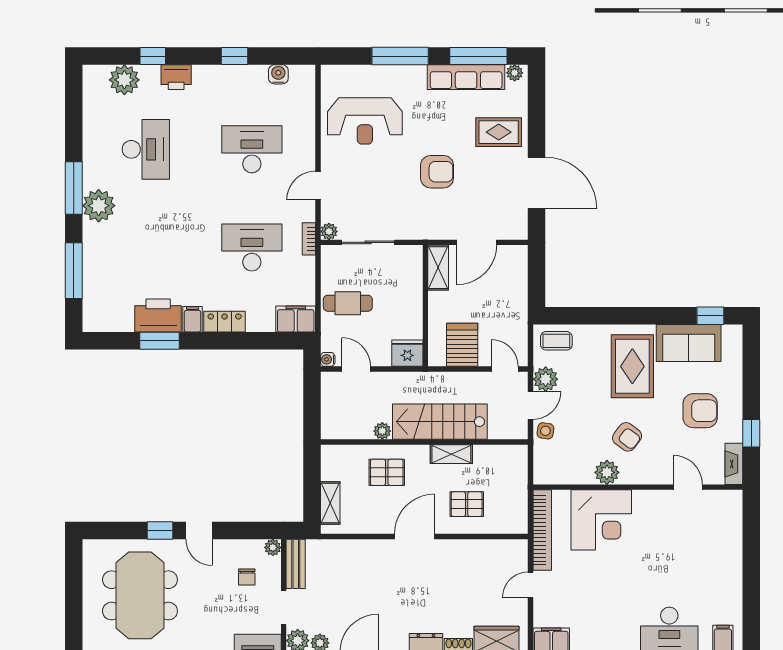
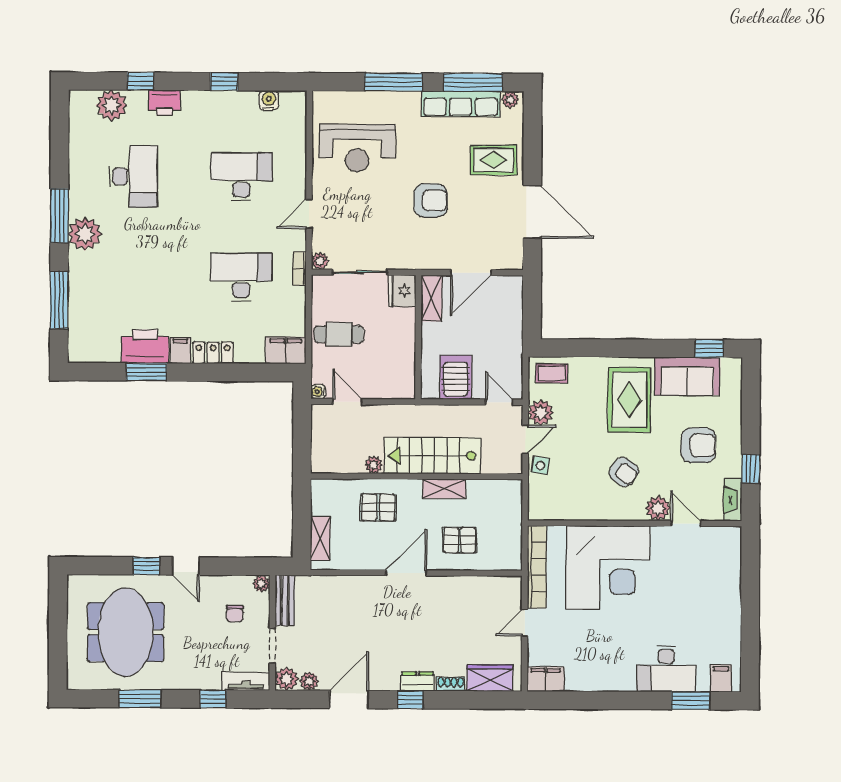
fridge: (407, 353) -> (402, 291), moved, turned -90
plant: (607, 472) -> (658, 508), moved
corner desk: (601, 520) -> (608, 568), width x1.36, depth x1.36

